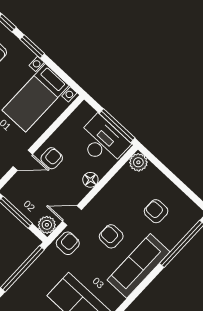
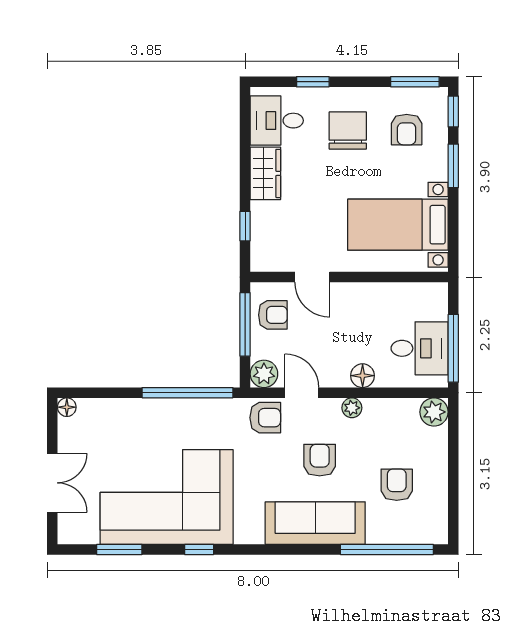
desk: (102, 141) -> (420, 348), width x0.73
armchair: (52, 158) -> (273, 315), moved
plant: (101, 199) -> (352, 408), added

